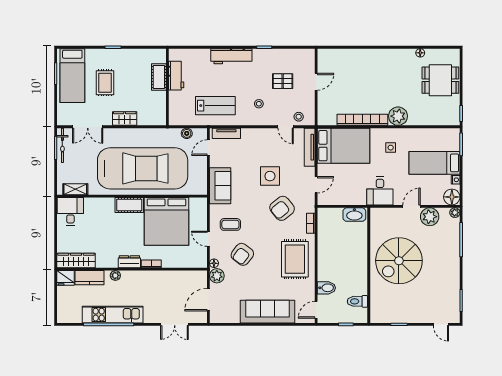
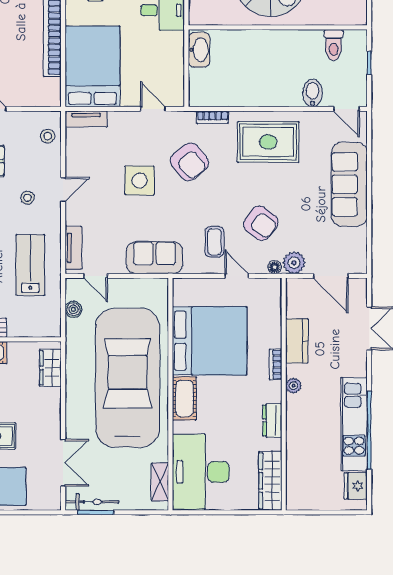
wardrobe: (125, 119) -> (50, 368), moved
door: (286, 127) -> (63, 189), moved
tv unit: (310, 147) -> (86, 119), width x0.71
desk: (70, 211) -> (201, 472), width x1.87, depth x1.30
door: (208, 239) -> (237, 276), swing flipped
dresser: (129, 262) -> (272, 420), moved
plant: (115, 275) -> (293, 386), moved
fridge: (66, 278) -> (356, 486), moved, turned 180
kitchen counter: (90, 278) -> (297, 341), moved

